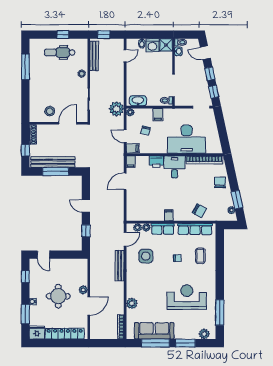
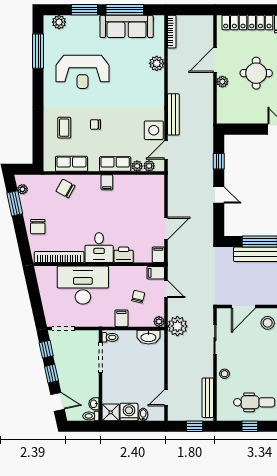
row of seats: (195, 229) -> (71, 164), width x0.68
side table: (146, 256) -> (154, 130), moved

